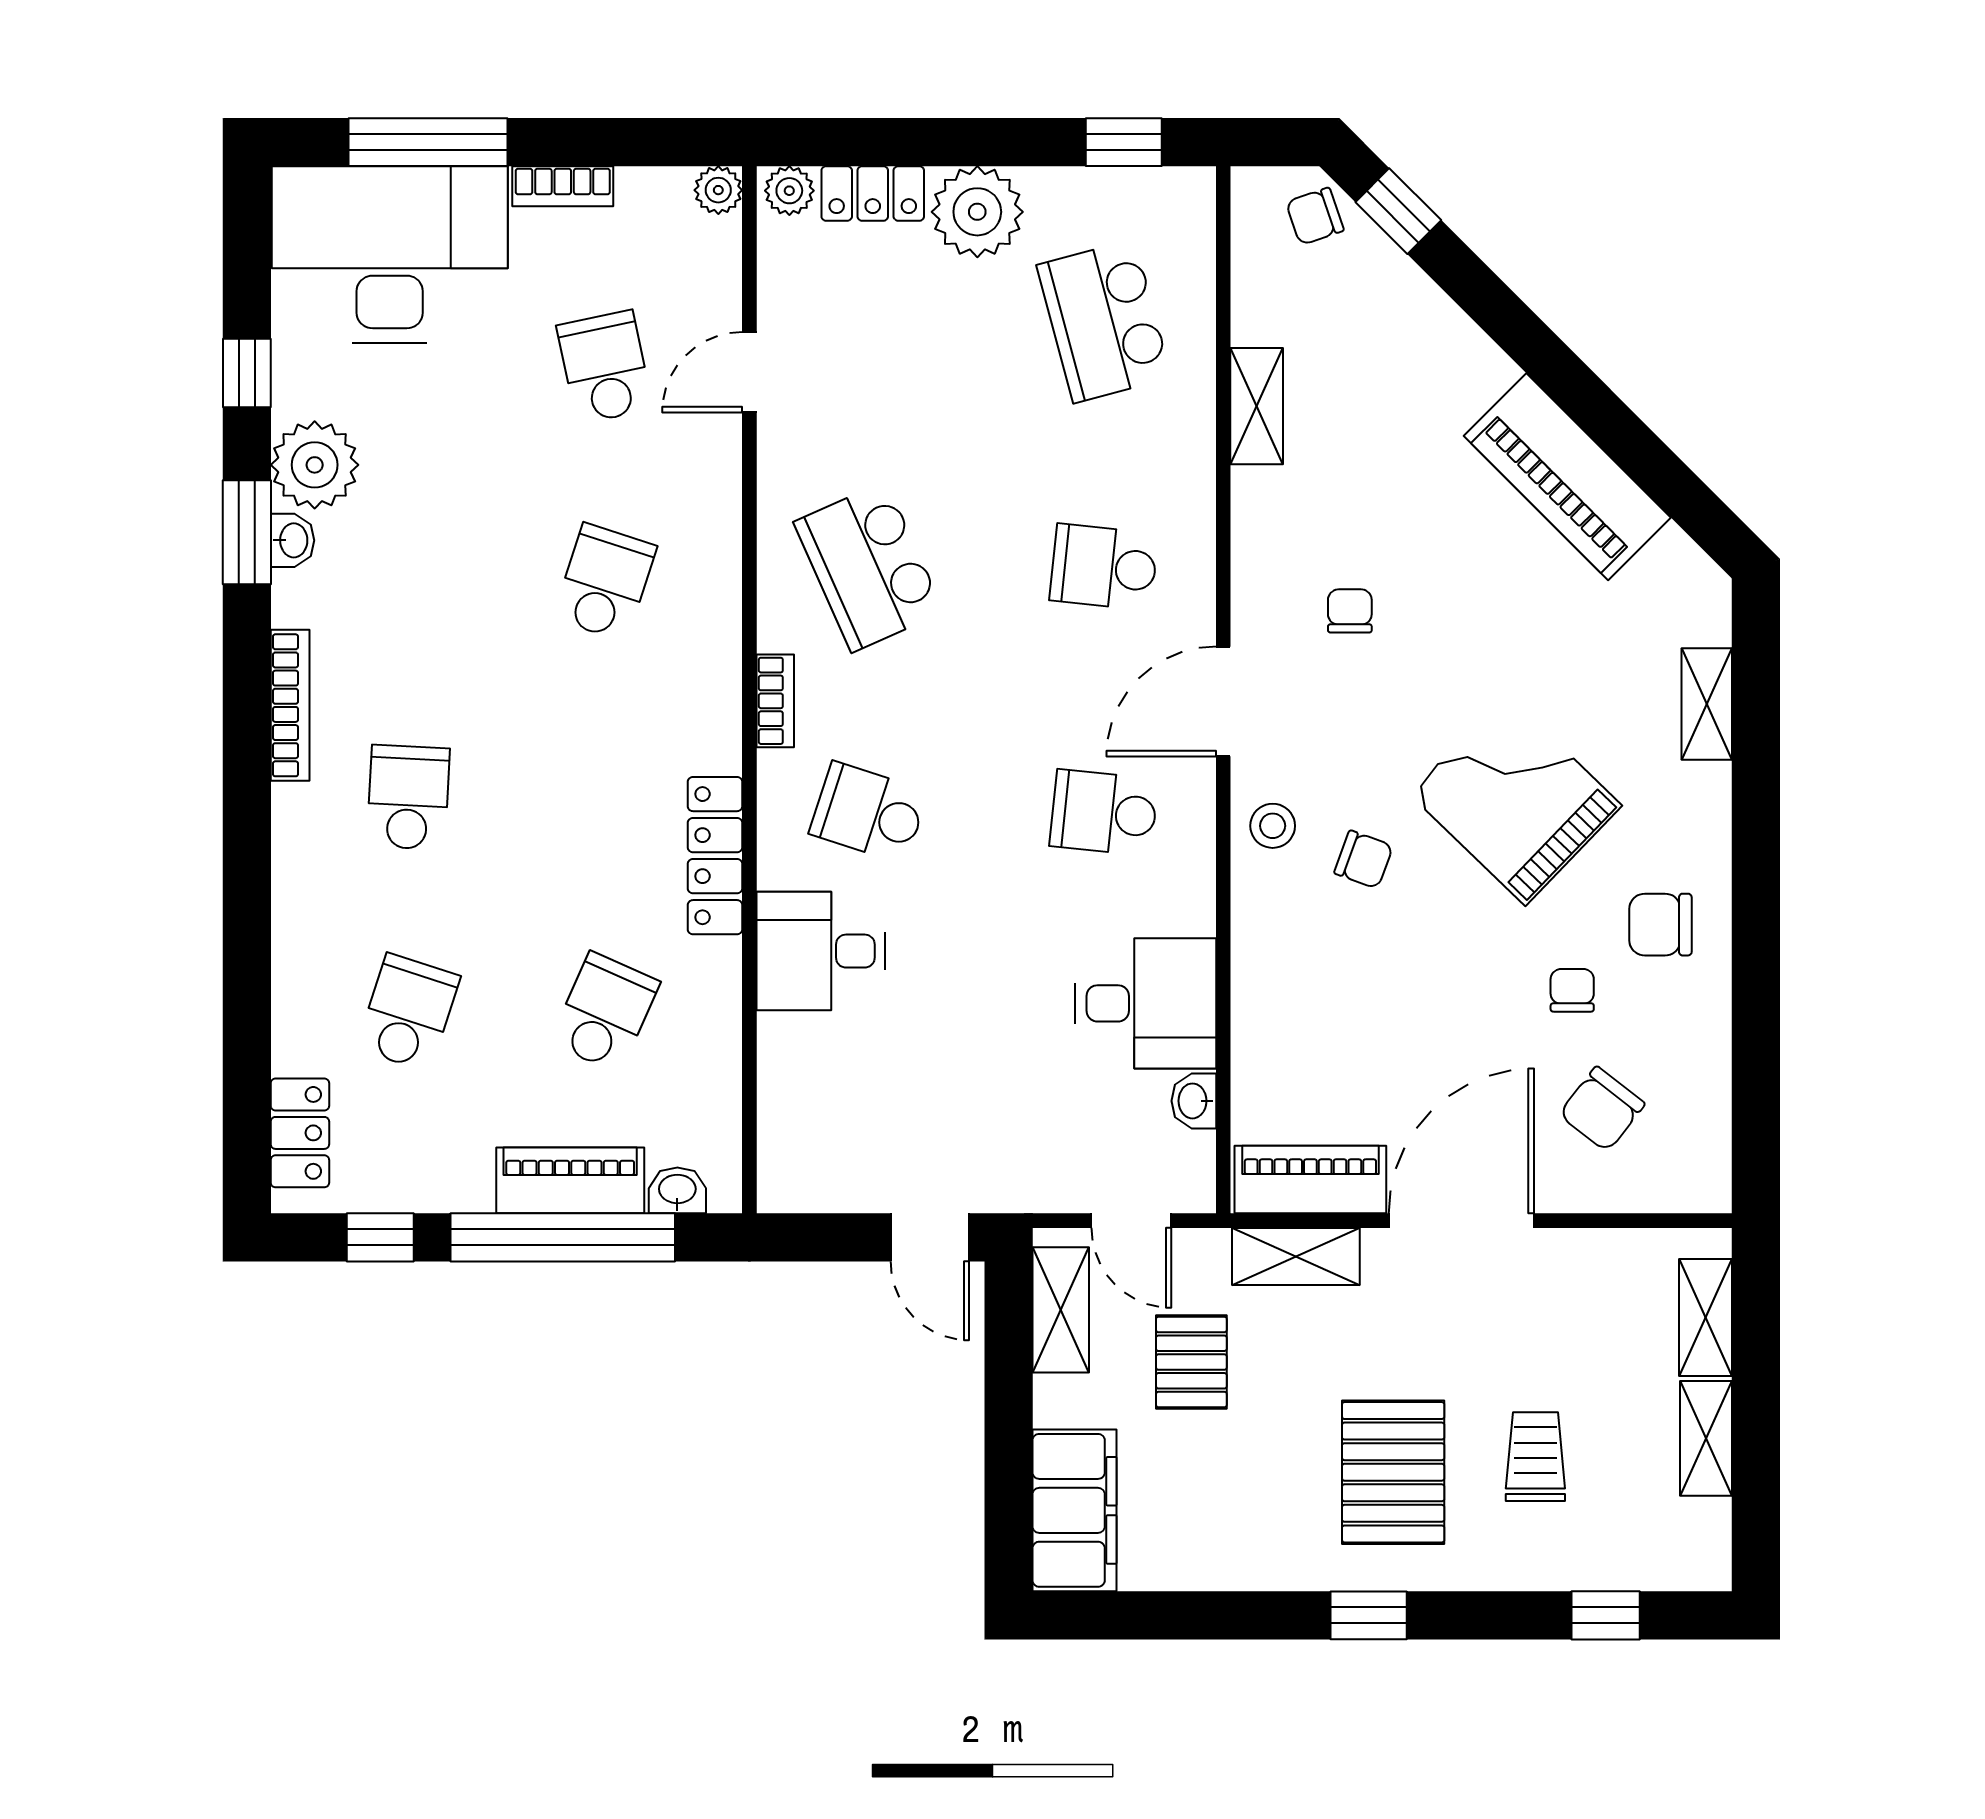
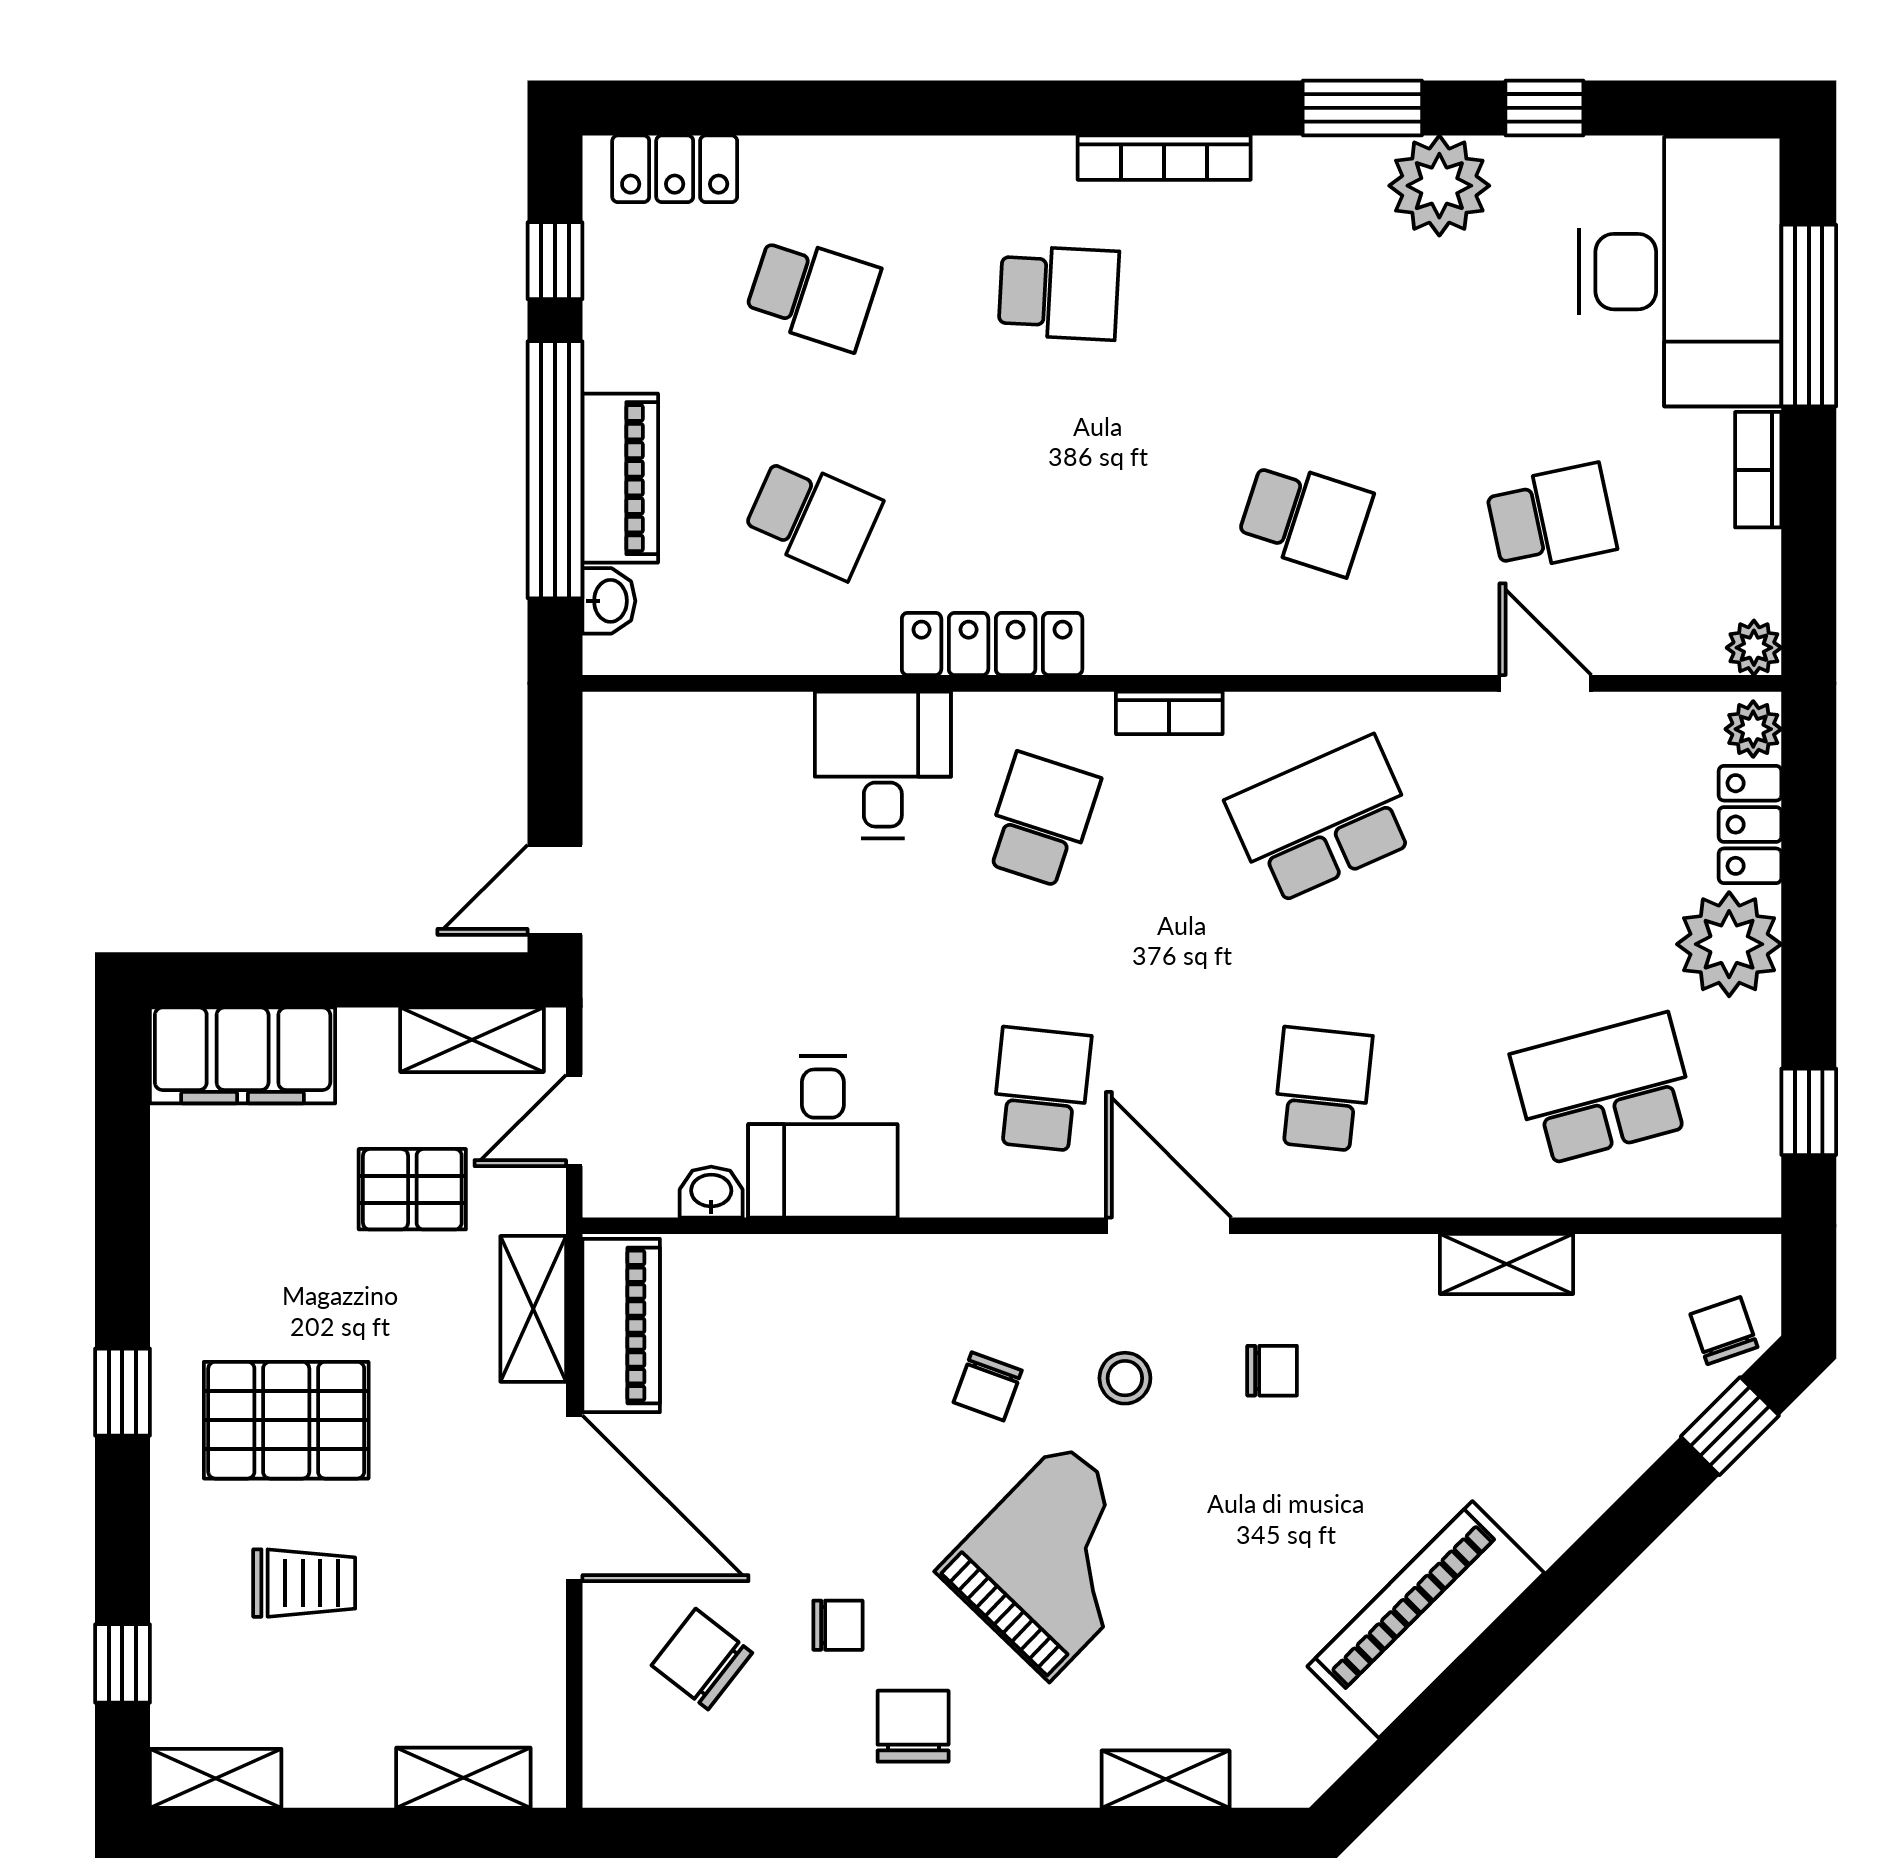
washbasin: (292, 540) -> (1353, 160), removed
stool: (1273, 826) -> (1125, 1378), moved
shelving: (1706, 1438) -> (216, 1778), moved

